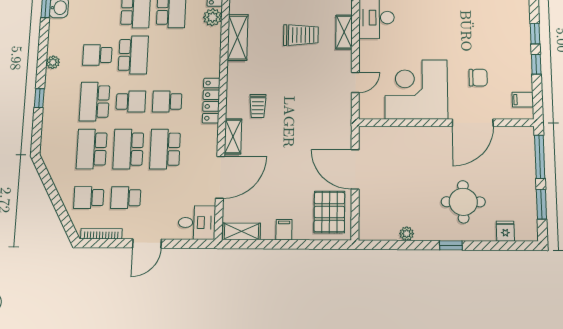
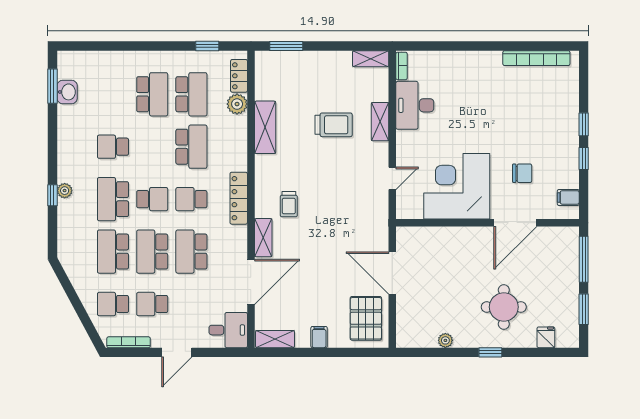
school desk: (133, 55) -> (191, 147), moved
plant: (53, 62) -> (65, 191), moved

